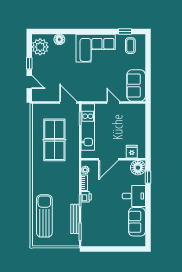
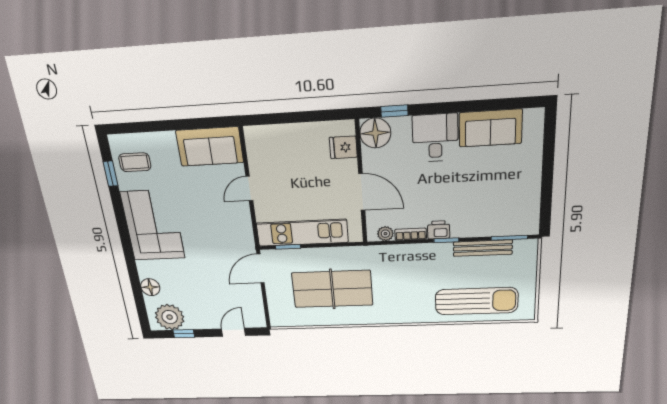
window: (29, 63) -> (184, 334), moved
sun lounger: (44, 216) -> (477, 301), turned 180

